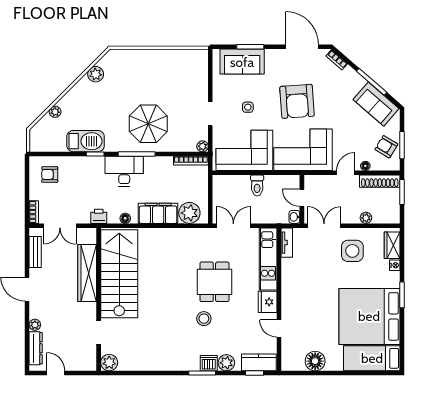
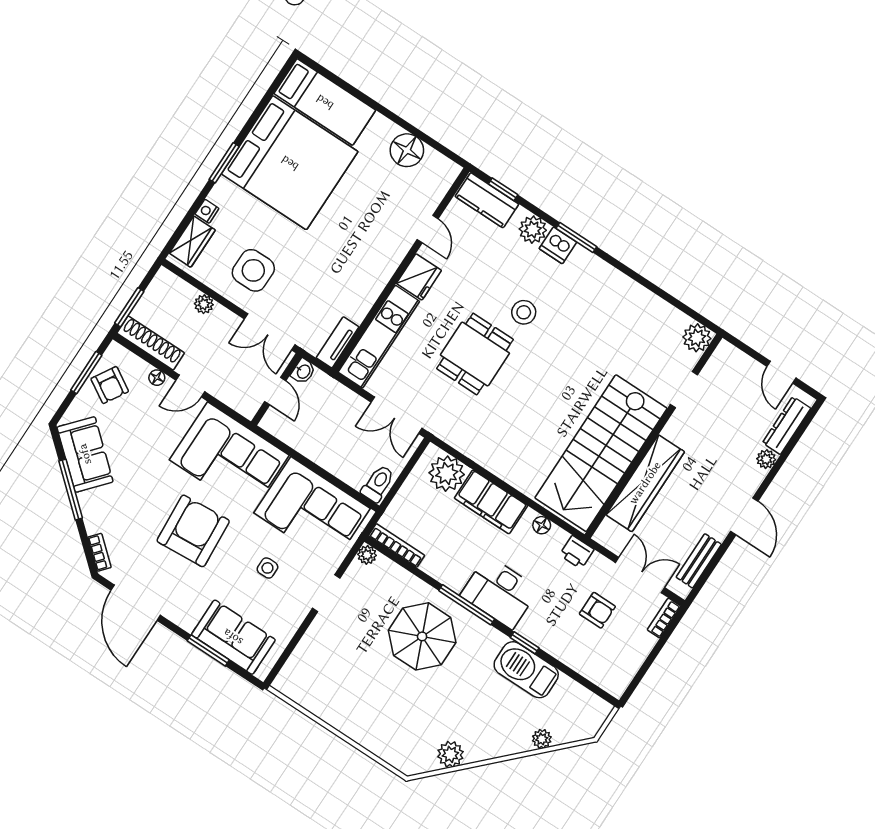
armchair: (50, 174) -> (597, 610), moved
toilet: (257, 185) -> (378, 484), moved

